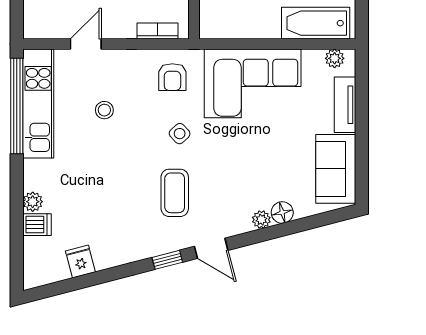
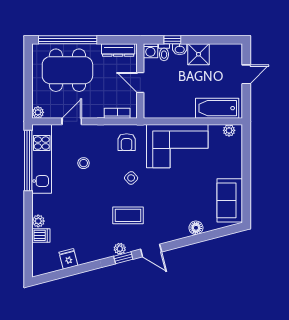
plant: (32, 30) -> (38, 112), added
tv unit: (345, 105) -> (236, 160), removed
coffee table: (175, 193) -> (128, 215), turned 90
plant: (261, 220) -> (120, 249), moved

